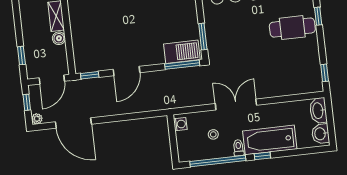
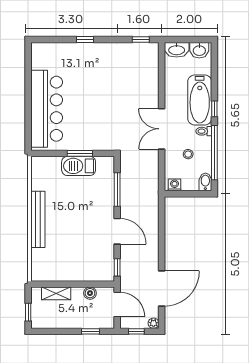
cafe table: (292, 28) -> (93, 66), removed
window: (203, 37) -> (80, 153), moved
boiler: (59, 38) -> (90, 293), moved
barbecue: (182, 52) -> (79, 166), moved, turned -90
window: (182, 65) -> (117, 190), moved
bidet: (187, 155) -> (205, 182), added

